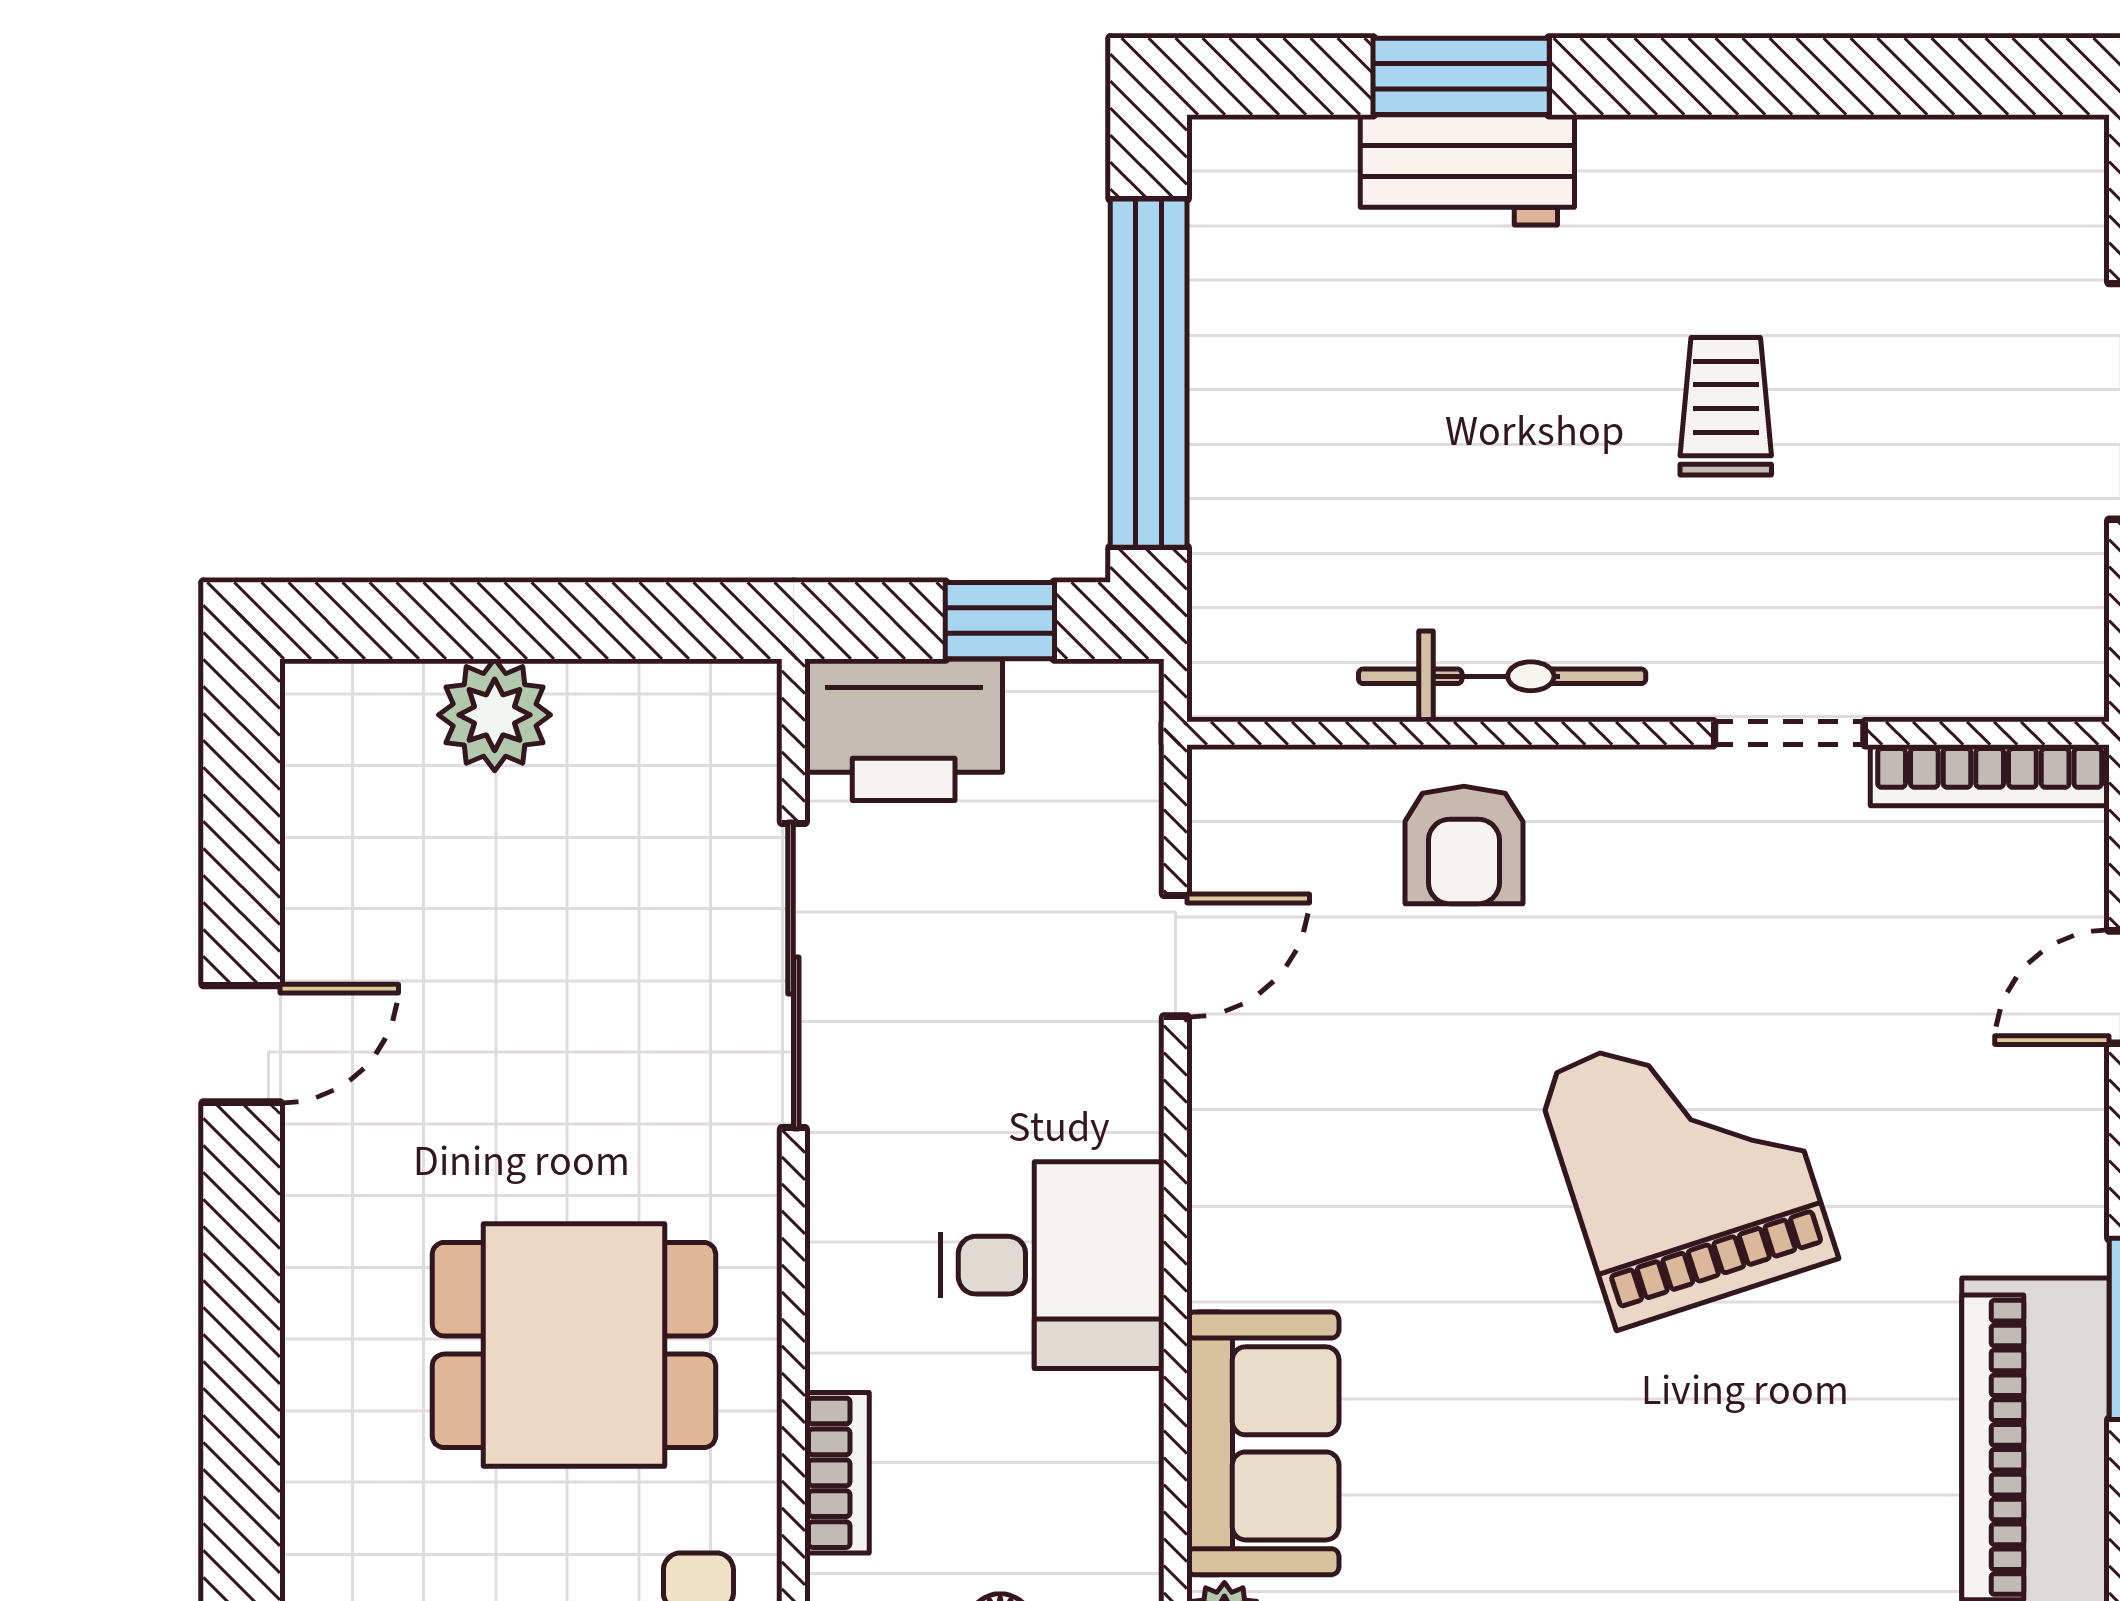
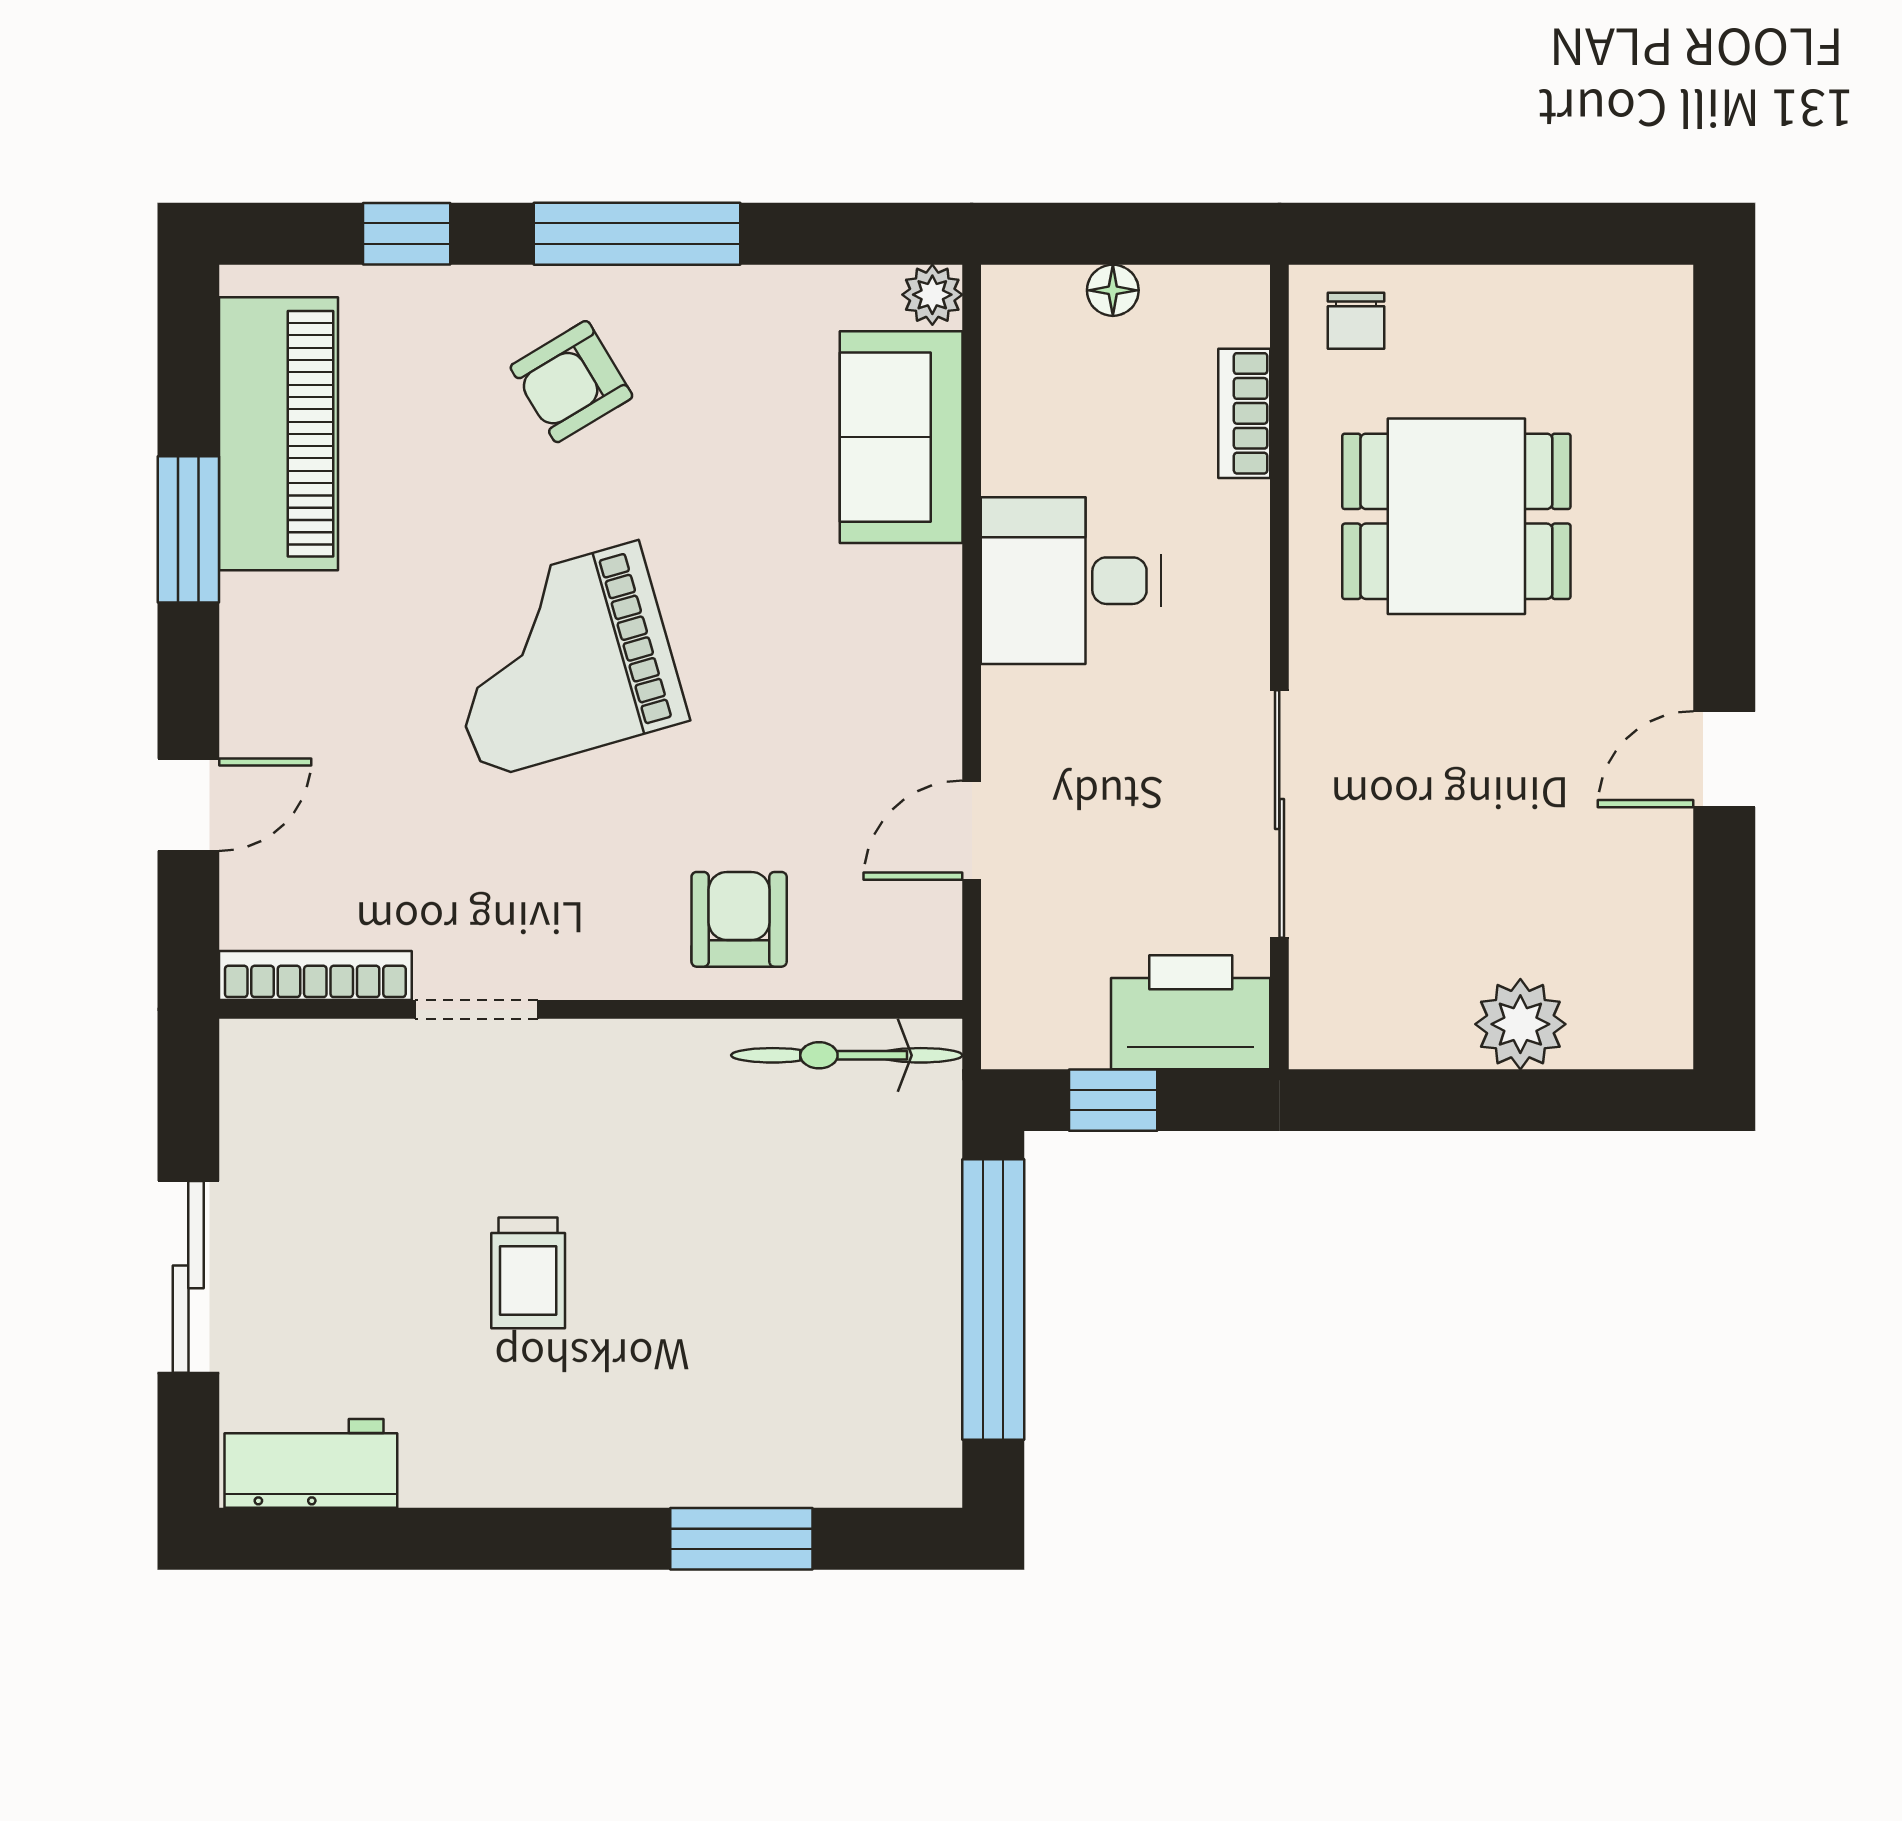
workbench: (1467, 170) -> (311, 1463), moved
bicycle: (1502, 676) -> (847, 1055), moved
grand piano: (1686, 1167) -> (560, 660), turned 92
armchair: (1672, 1512) -> (571, 382), added

